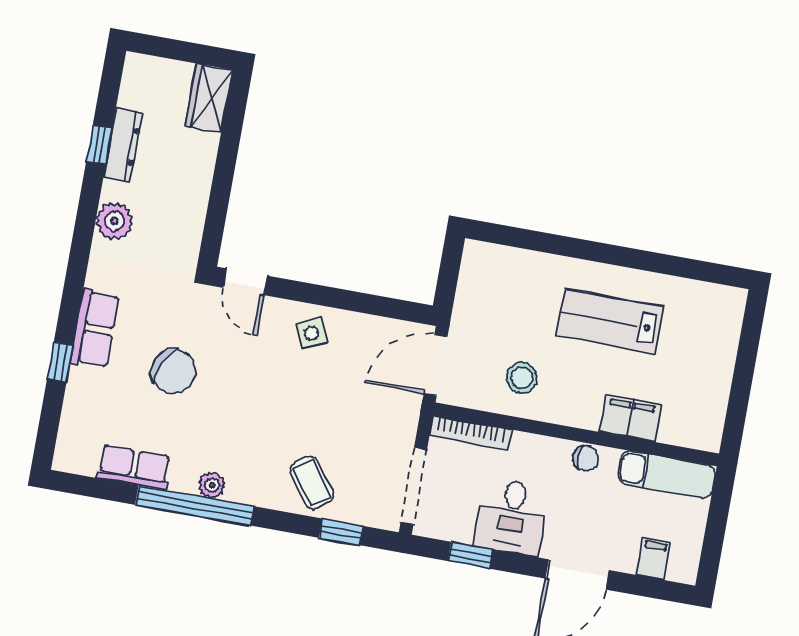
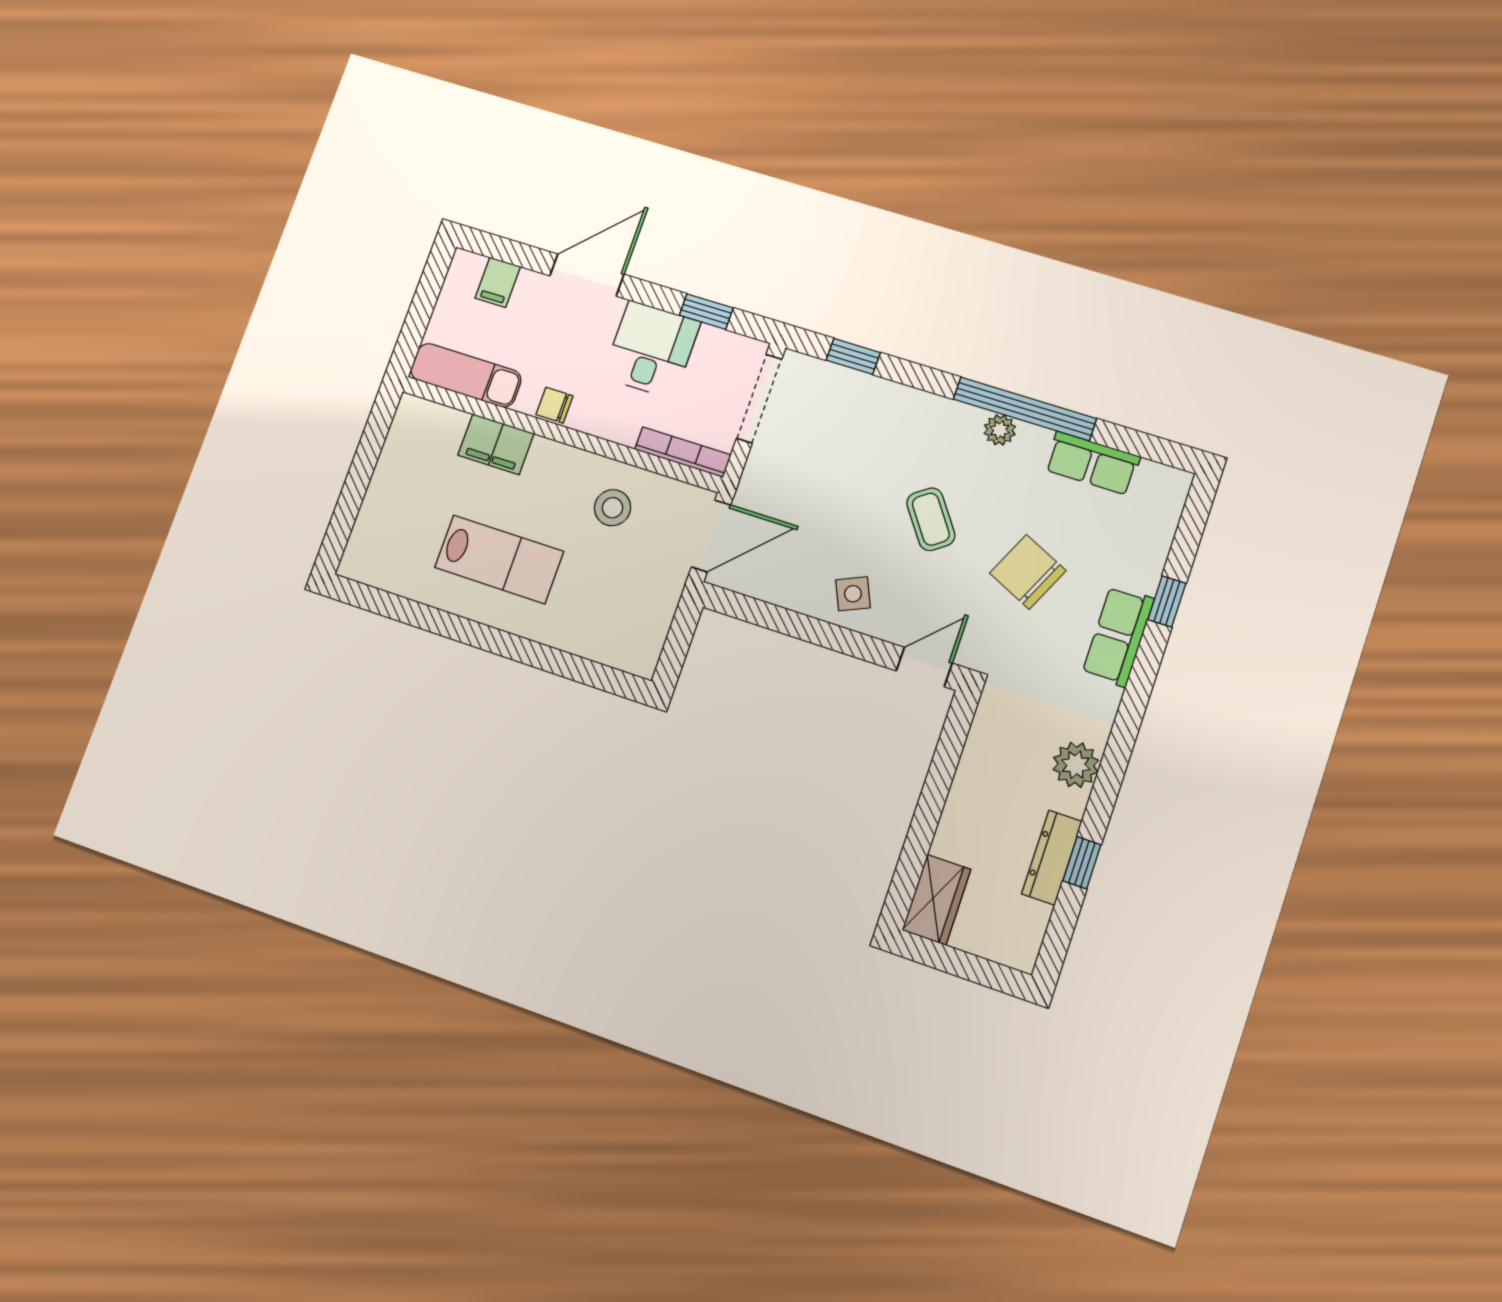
door: (245, 282) -> (924, 667), hinge flipped
coffee table: (312, 483) -> (931, 519), moved

